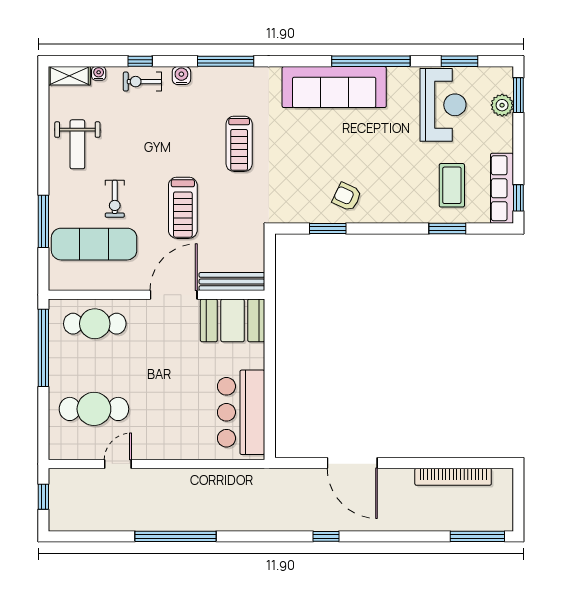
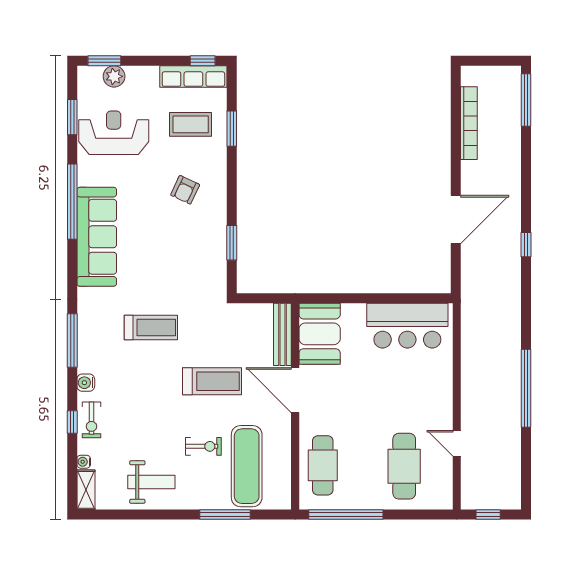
armchair: (347, 197) -> (185, 190), moved

